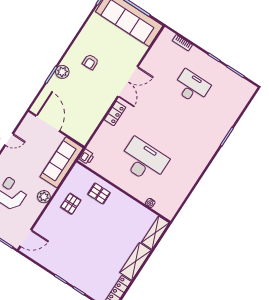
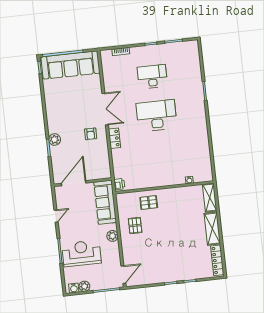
armchair: (90, 62) -> (91, 134), moved
door: (48, 123) -> (74, 183), hinge flipped
desk: (144, 161) -> (157, 116), moved

